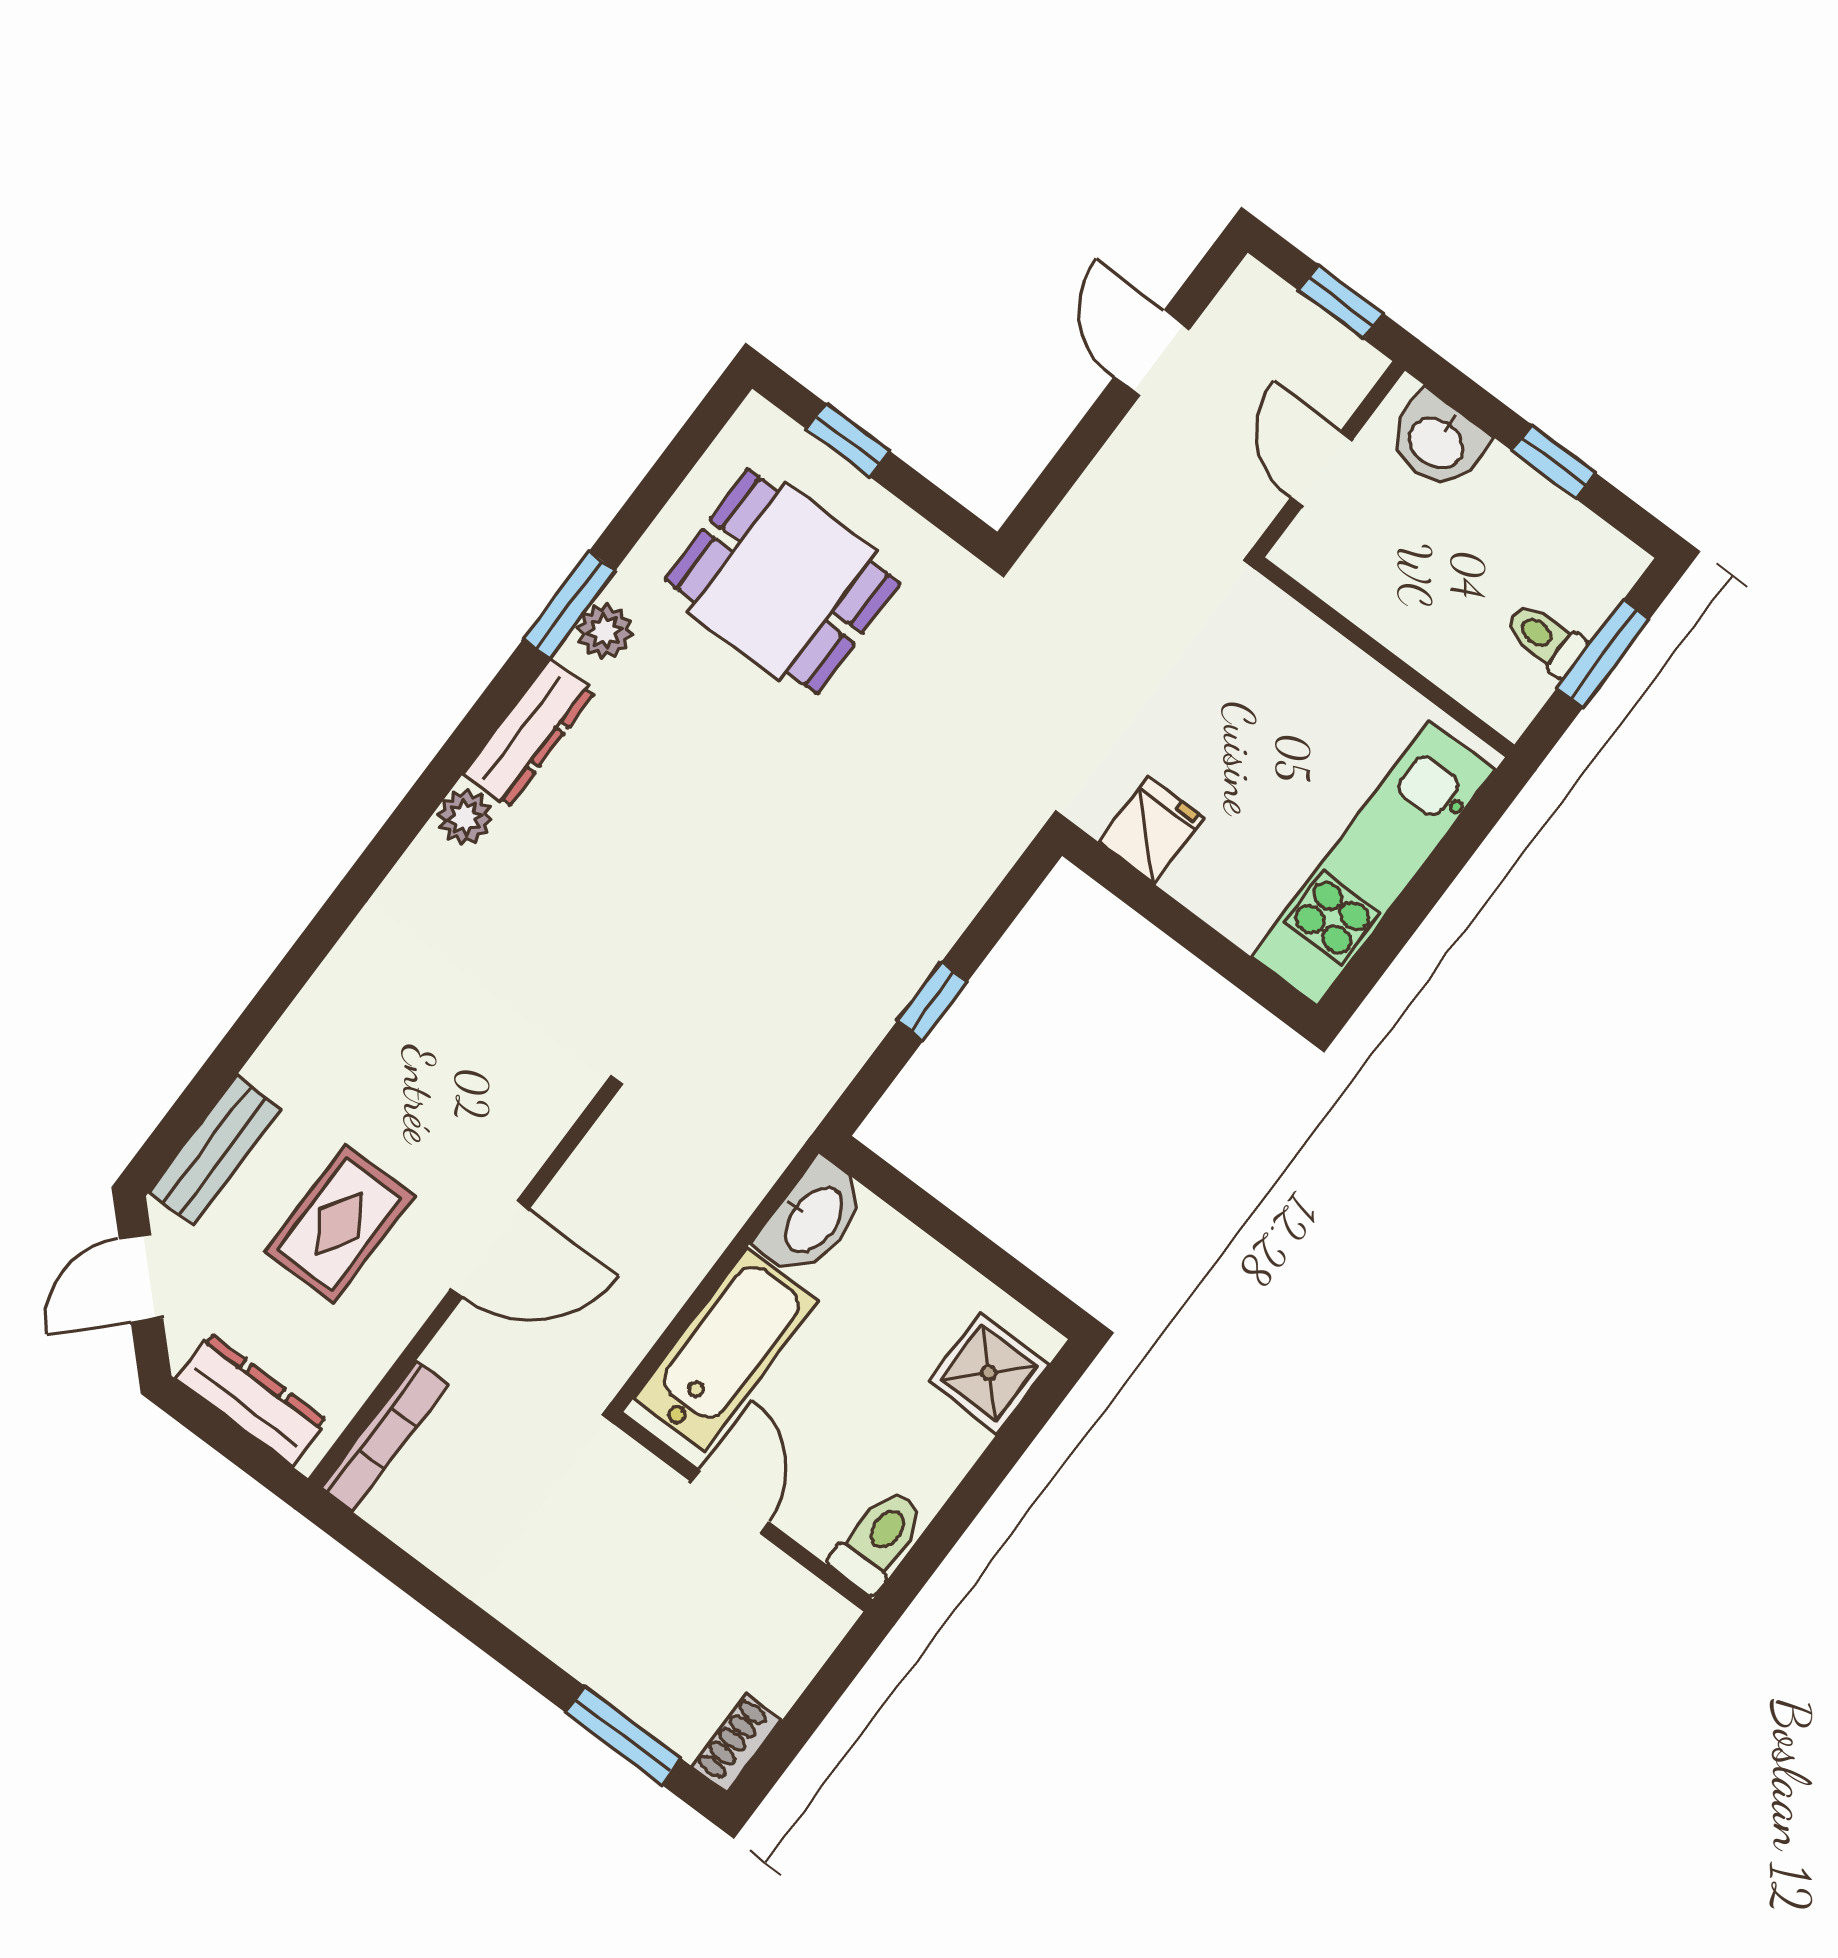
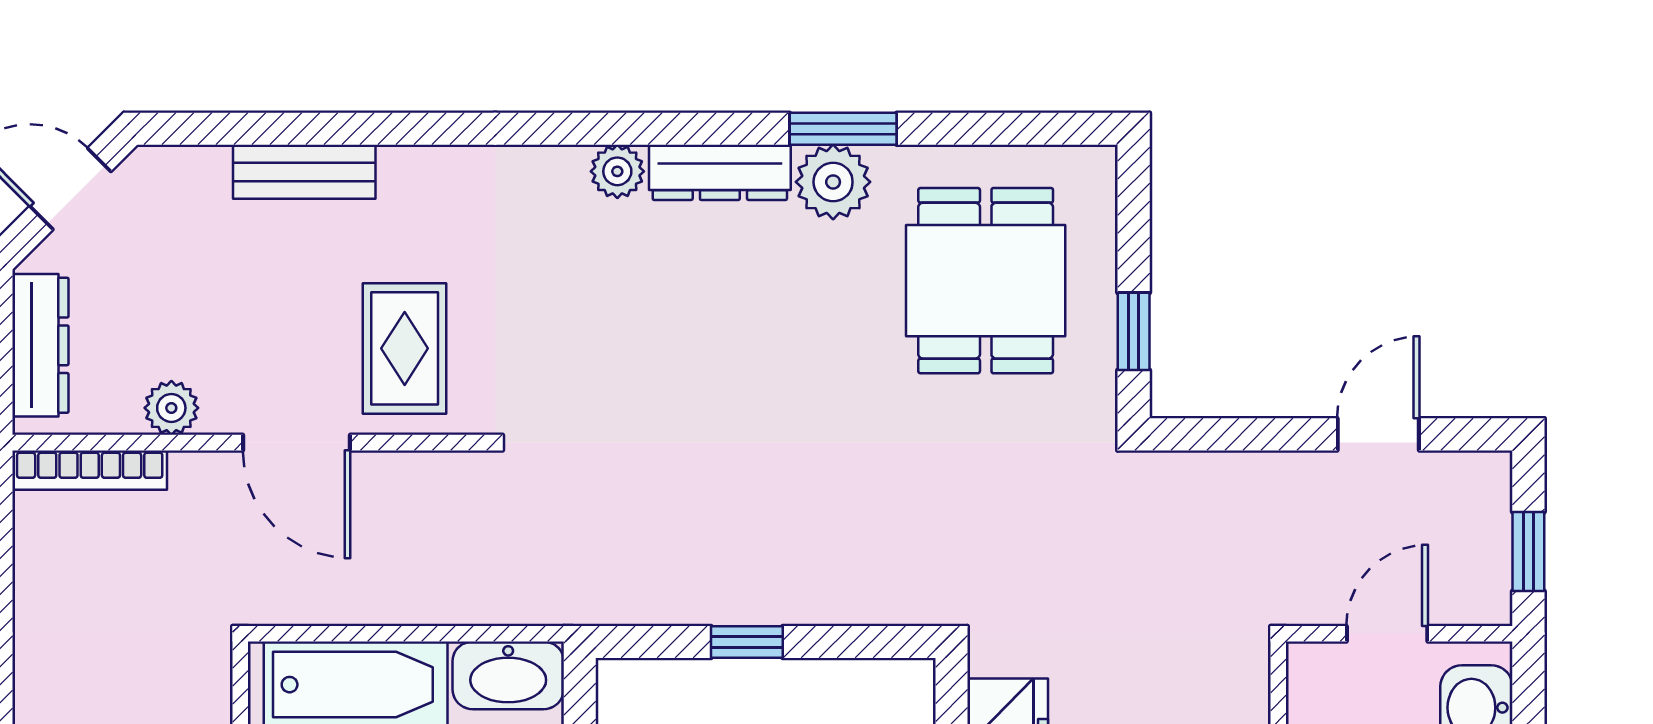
window: (848, 440) -> (1134, 331), moved
plant: (605, 631) -> (833, 182), width x1.38, depth x1.38
bench: (215, 1151) -> (304, 172), moved
rug: (340, 1224) -> (405, 348), moved, turned 90
plant: (384, 1331) -> (171, 408), added

